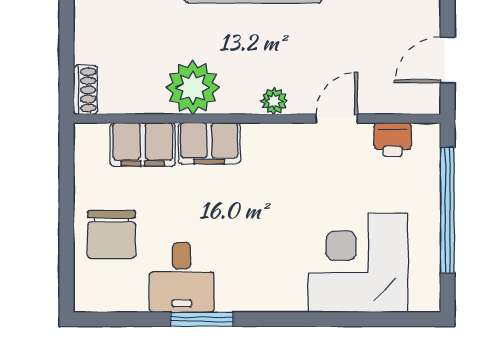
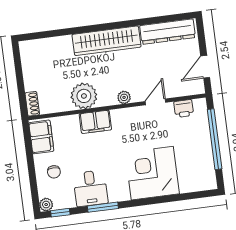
filing cabinet: (143, 144) -> (41, 137), moved, turned -90
chair: (111, 234) -> (54, 172), width x0.54, depth x0.54
corner desk: (358, 263) -> (152, 173), moved
plant: (87, 299) -> (46, 205), added
window: (114, 319) -> (60, 213), added

